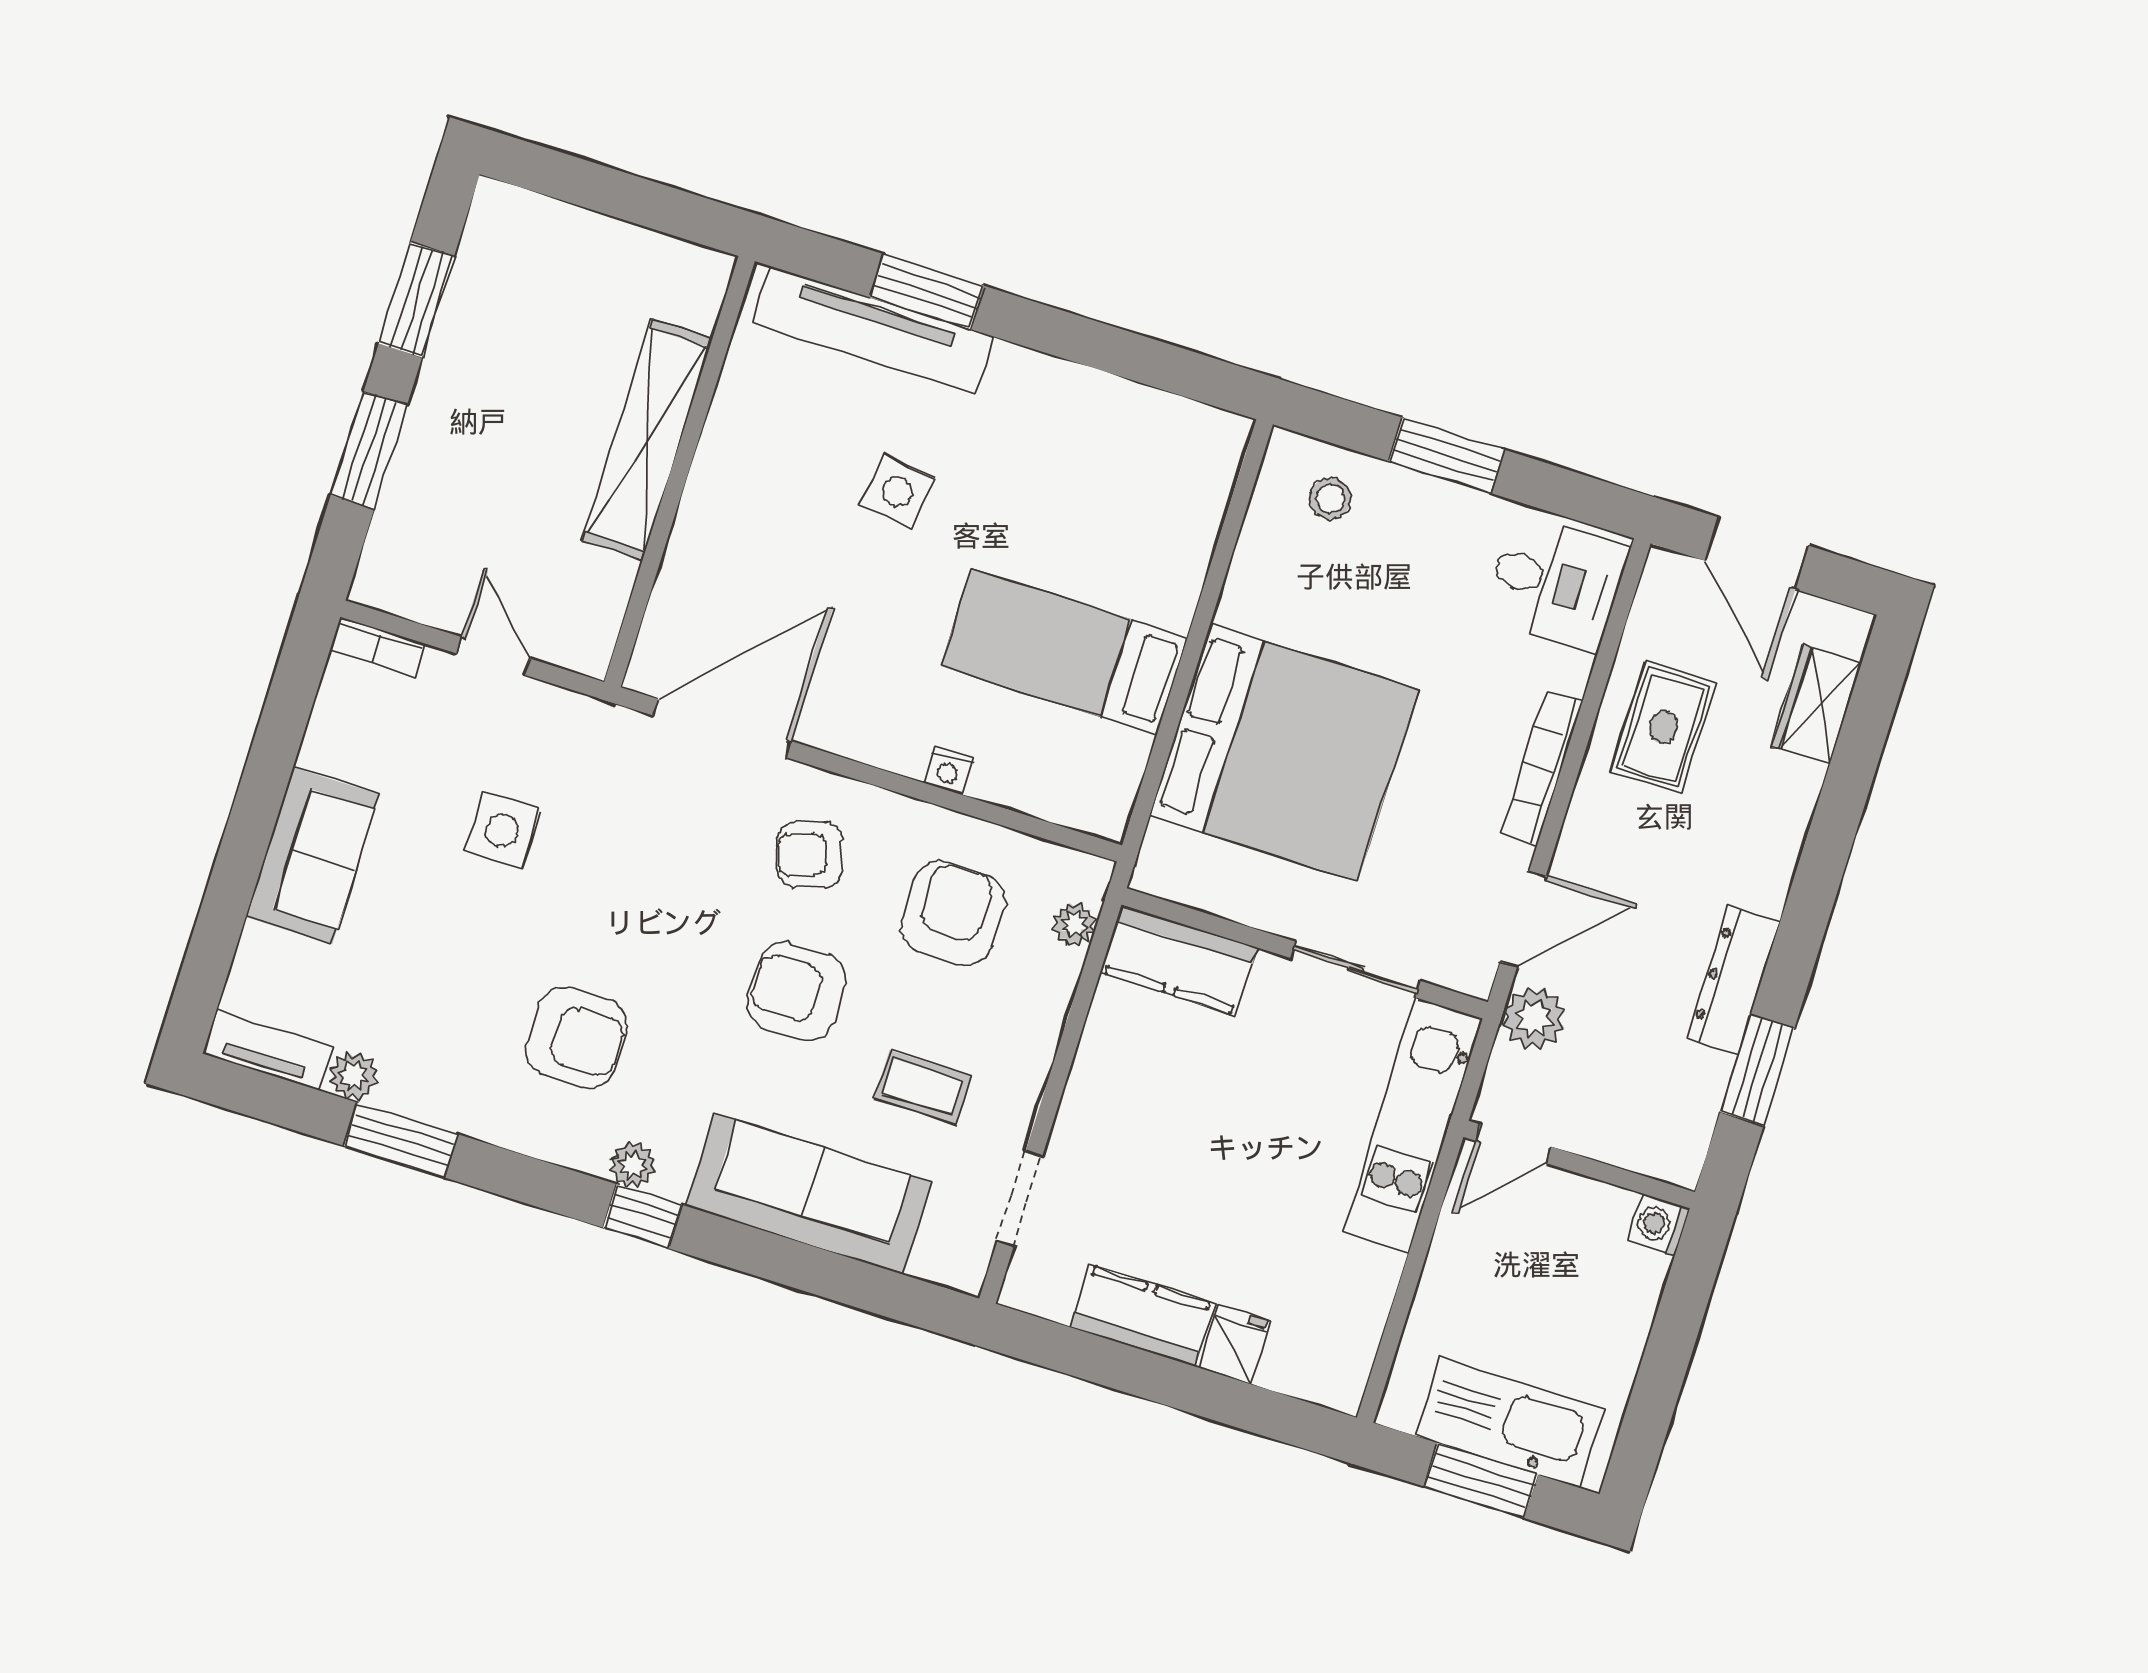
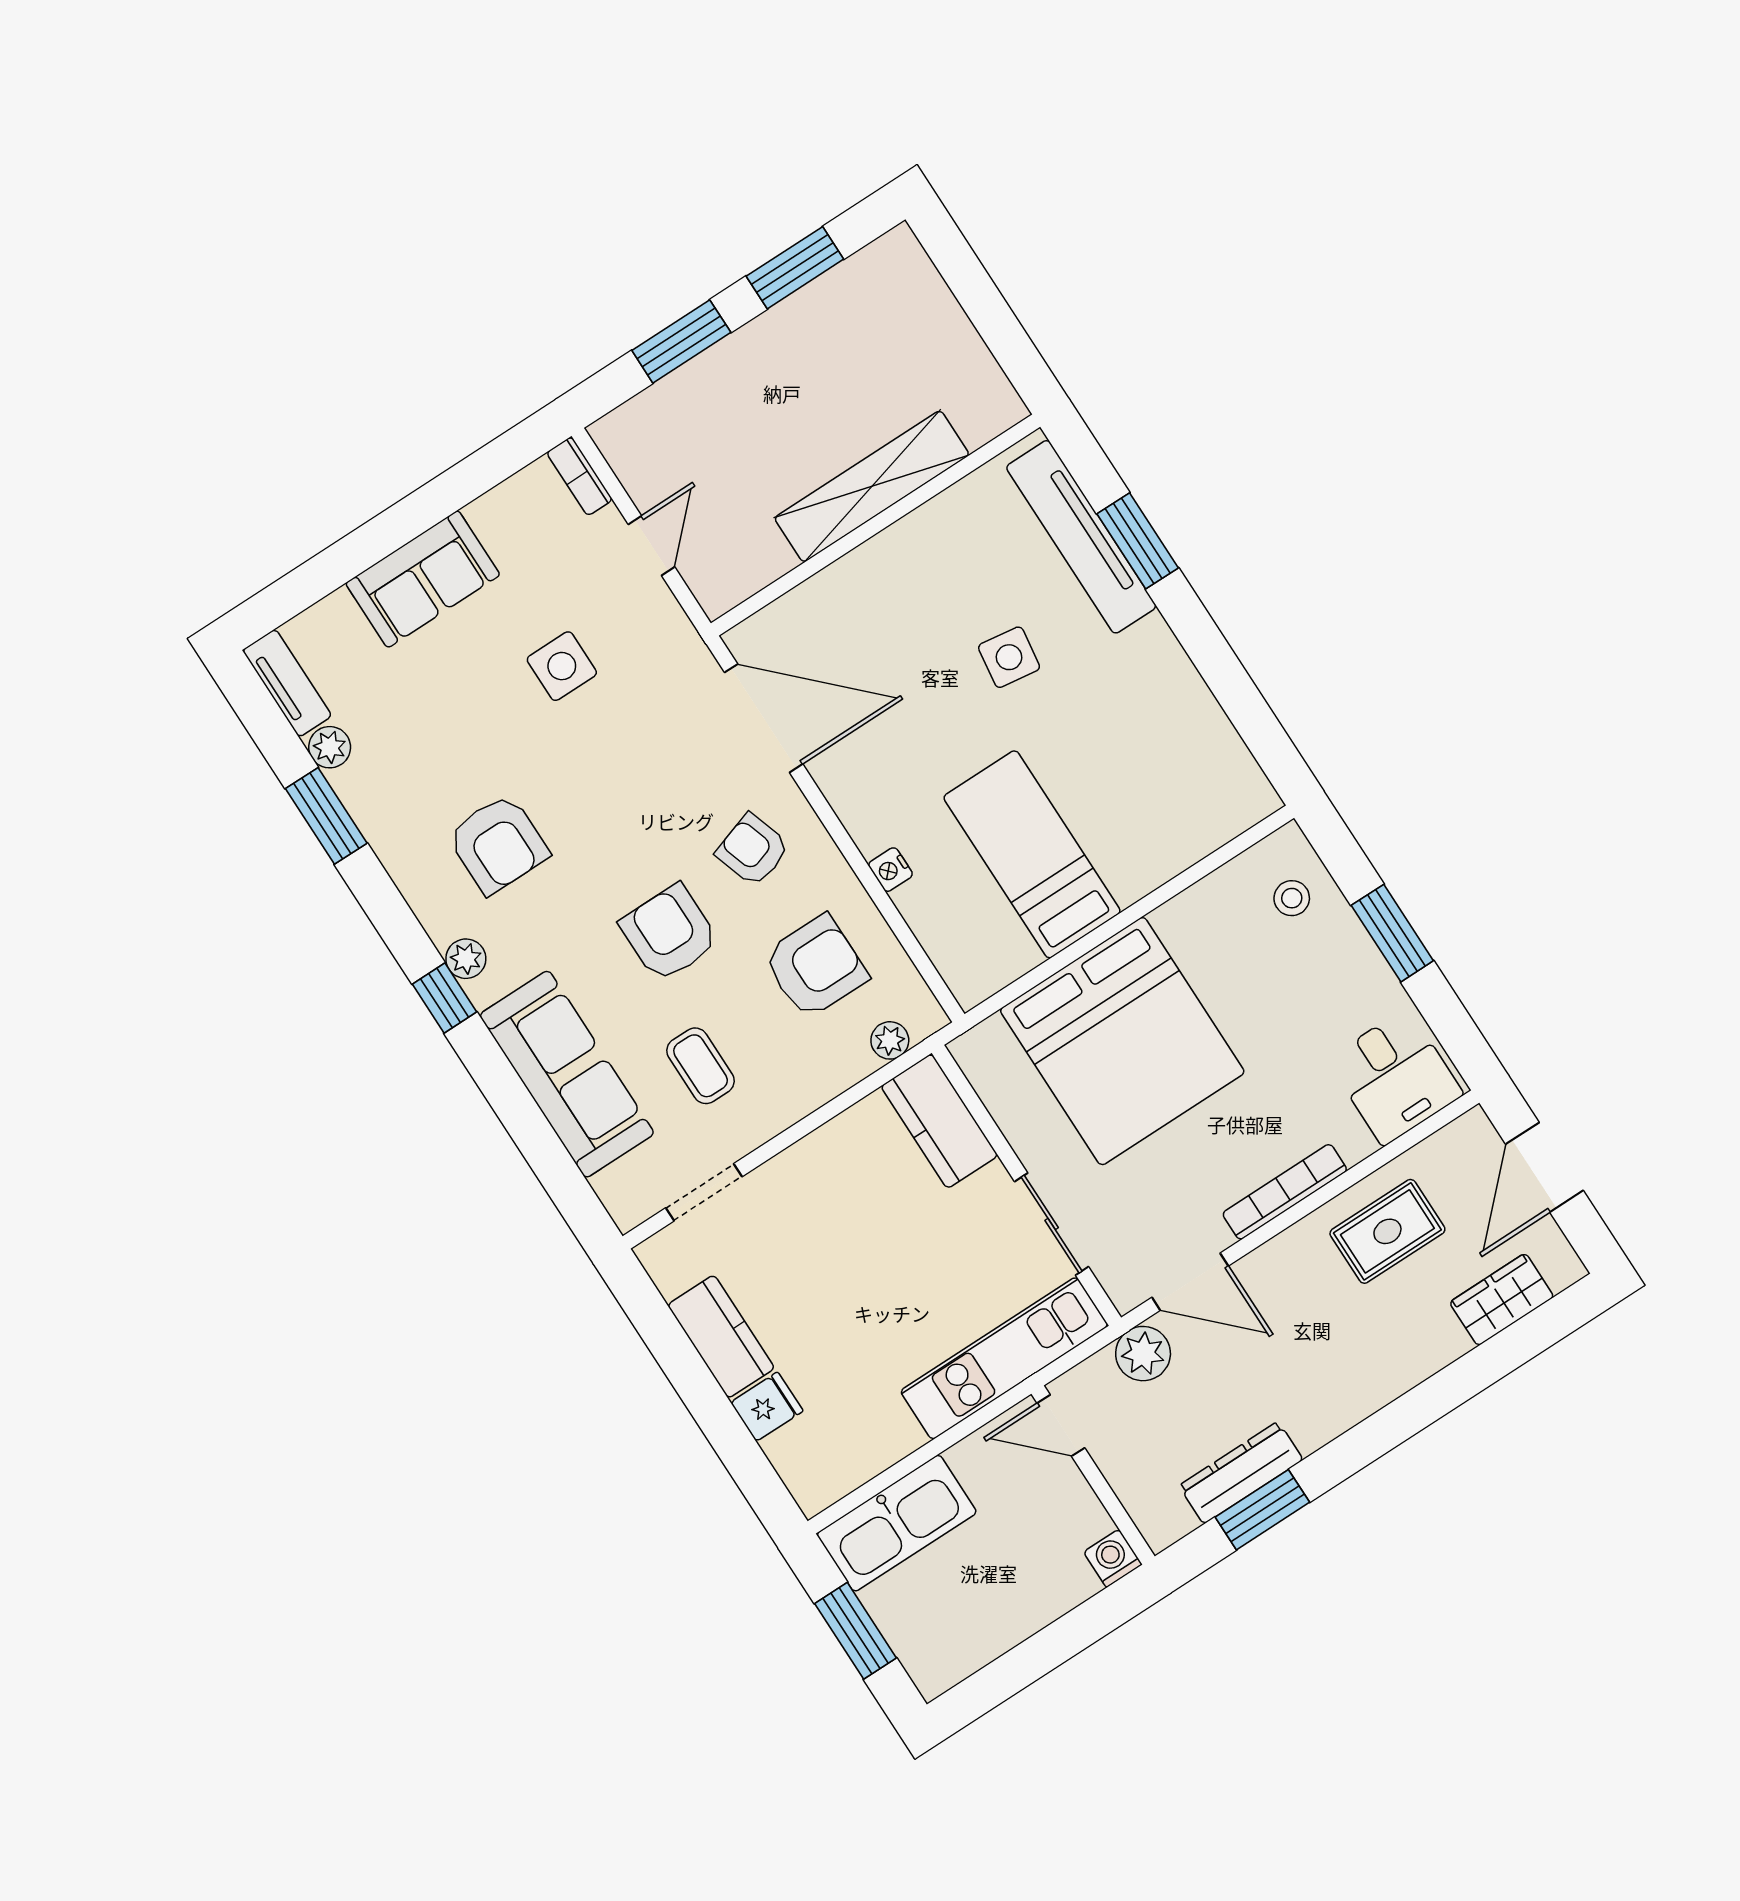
dresser: (1733, 980) -> (1241, 1473), moved
kitchen sink: (1509, 1422) -> (897, 1523), moved, turned 90

